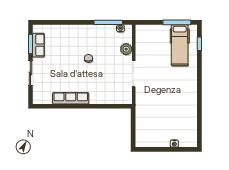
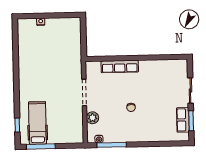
row of seats: (71, 98) -> (120, 67), moved

